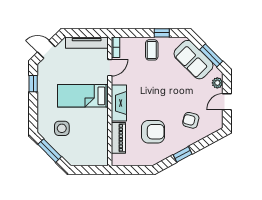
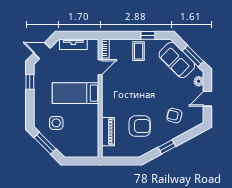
tv unit: (87, 43) -> (73, 44), width x0.71
fireplace: (119, 103) -> (108, 100), removed

